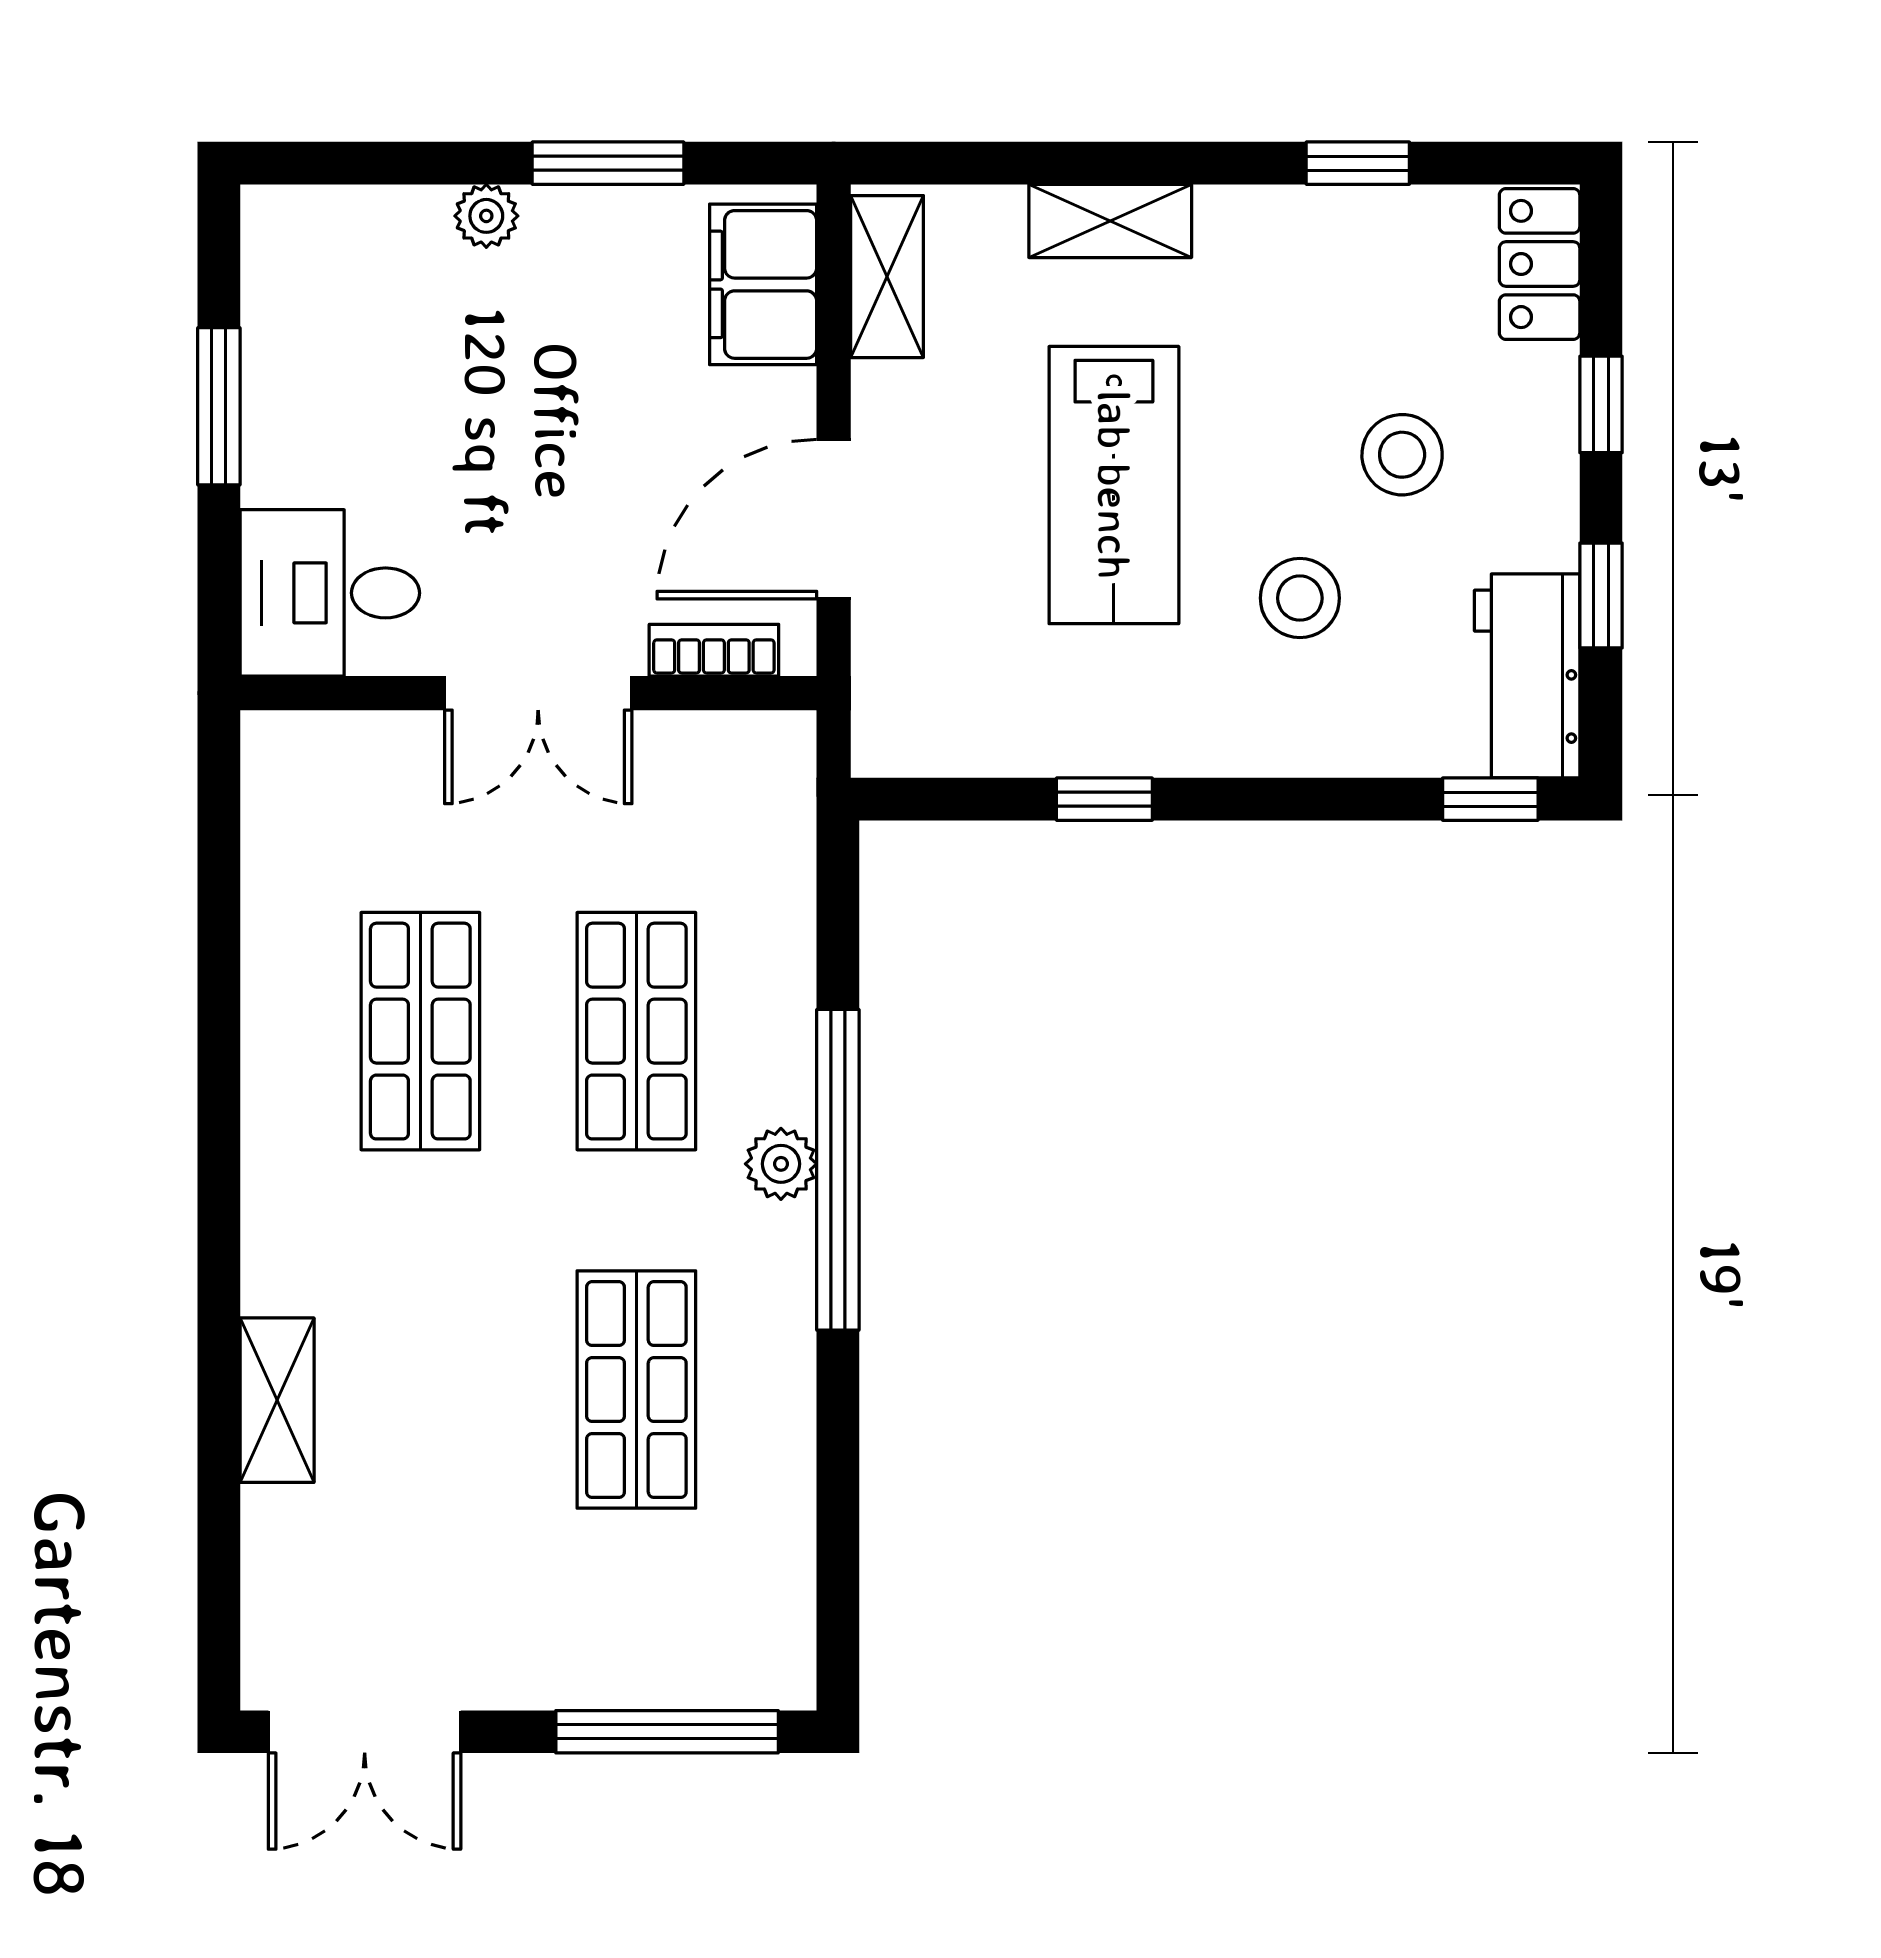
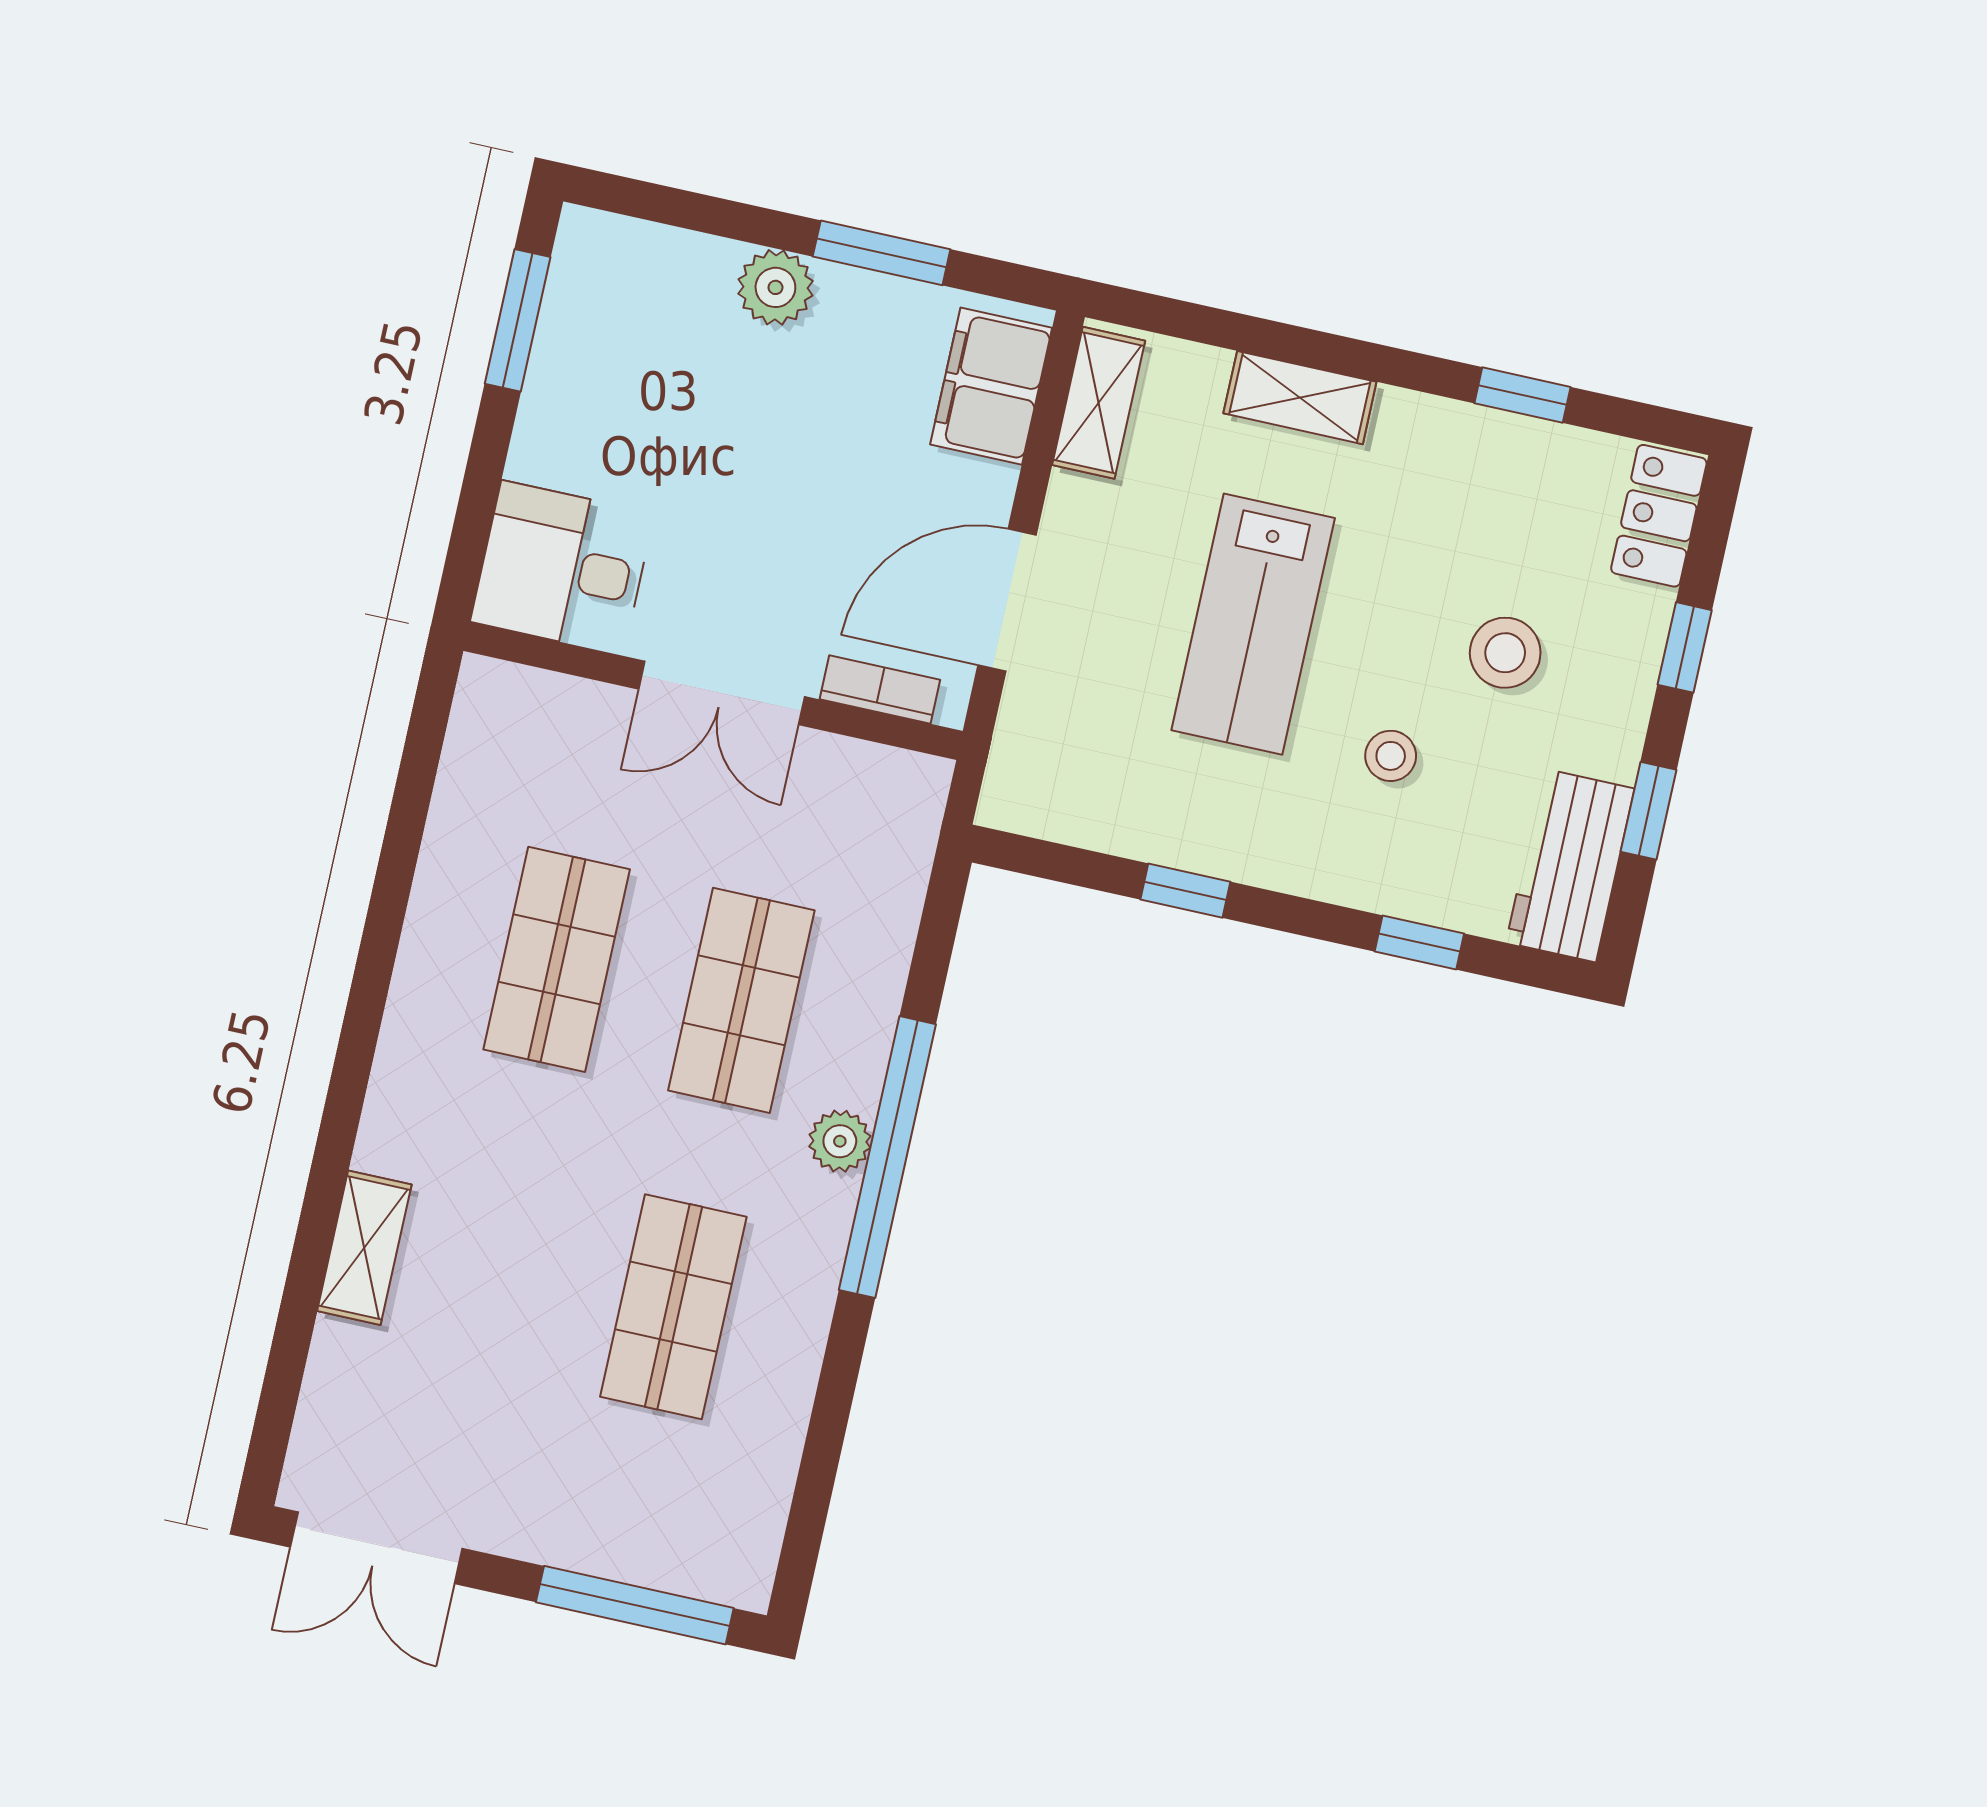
plant: (486, 216) -> (775, 287), width x1.38, depth x1.38
window: (219, 406) -> (518, 320), moved
stool: (1300, 598) -> (1391, 756), width x0.73, depth x0.73
window: (1490, 799) -> (1419, 943), moved

